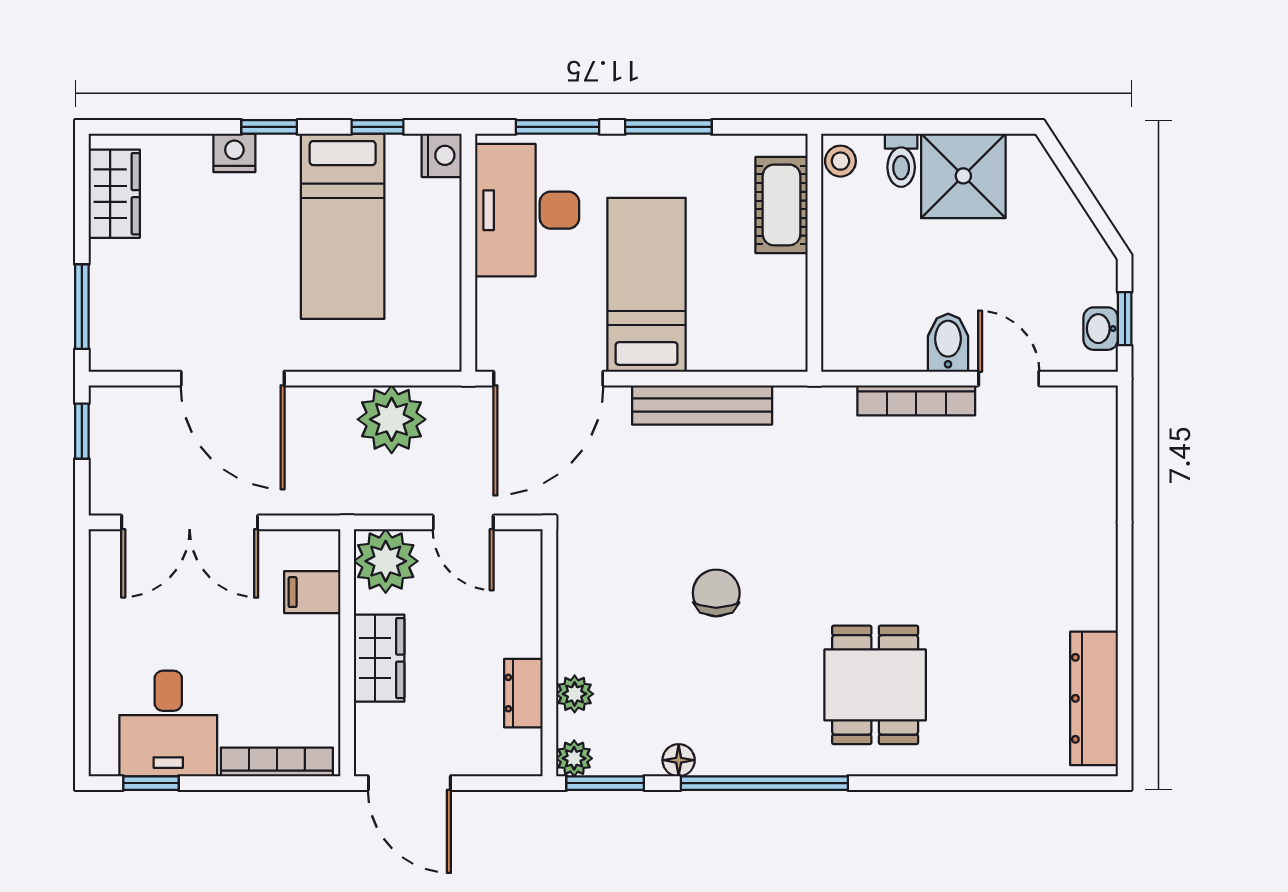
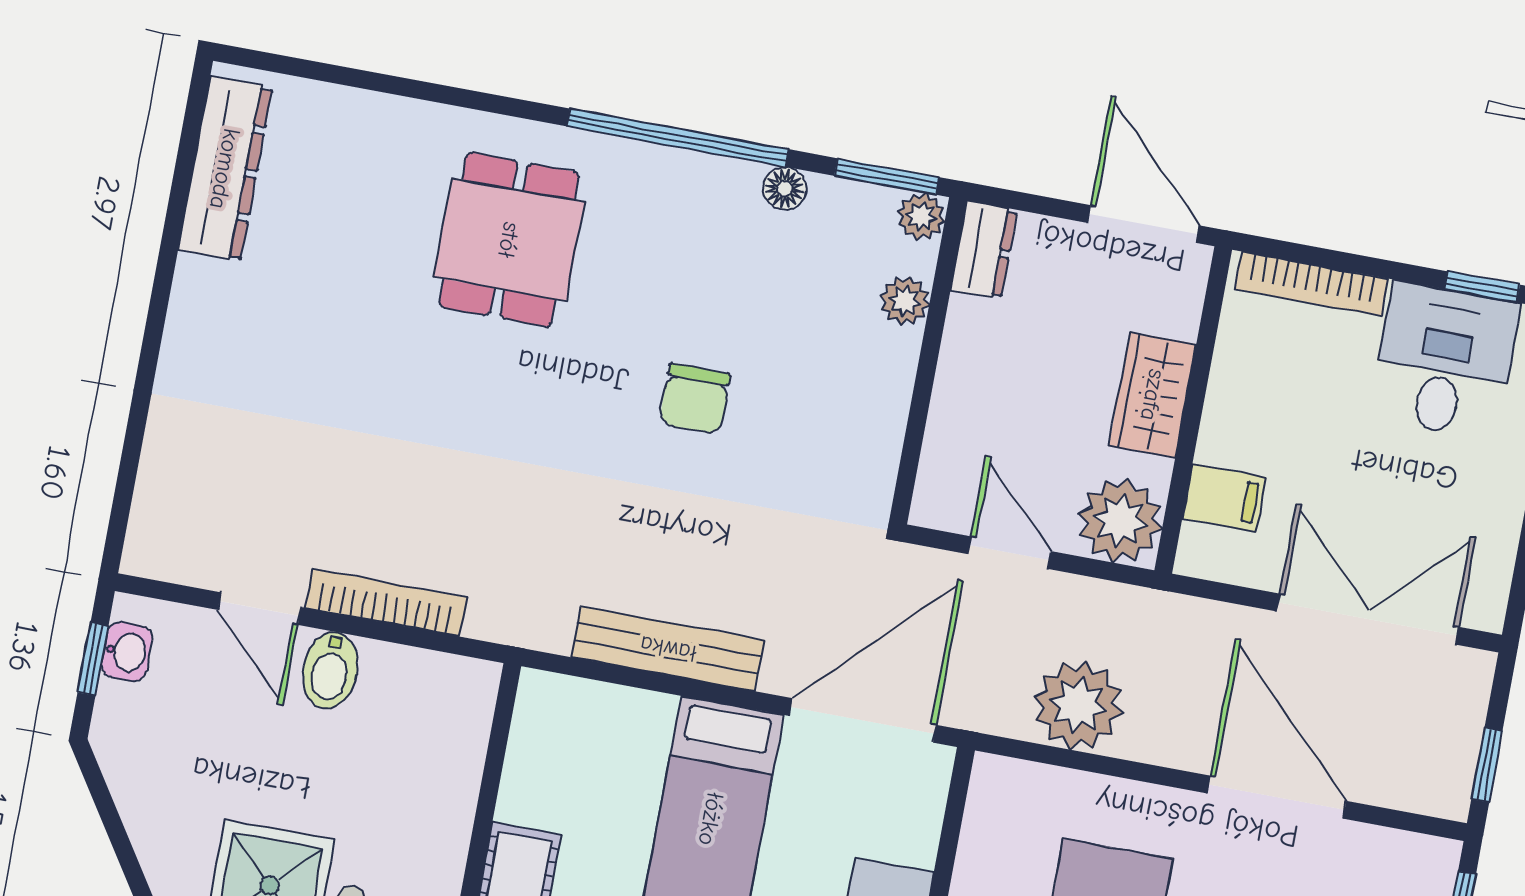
dresser: (523, 693) -> (984, 250), moved

